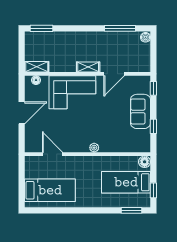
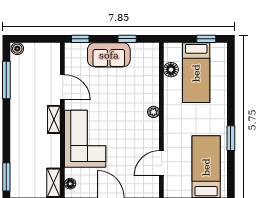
floor lamp: (145, 162) -> (171, 70), moved
window: (131, 210) -> (231, 138), moved

